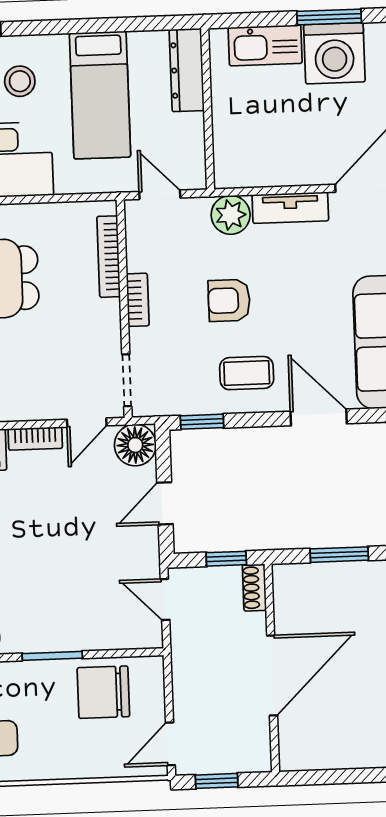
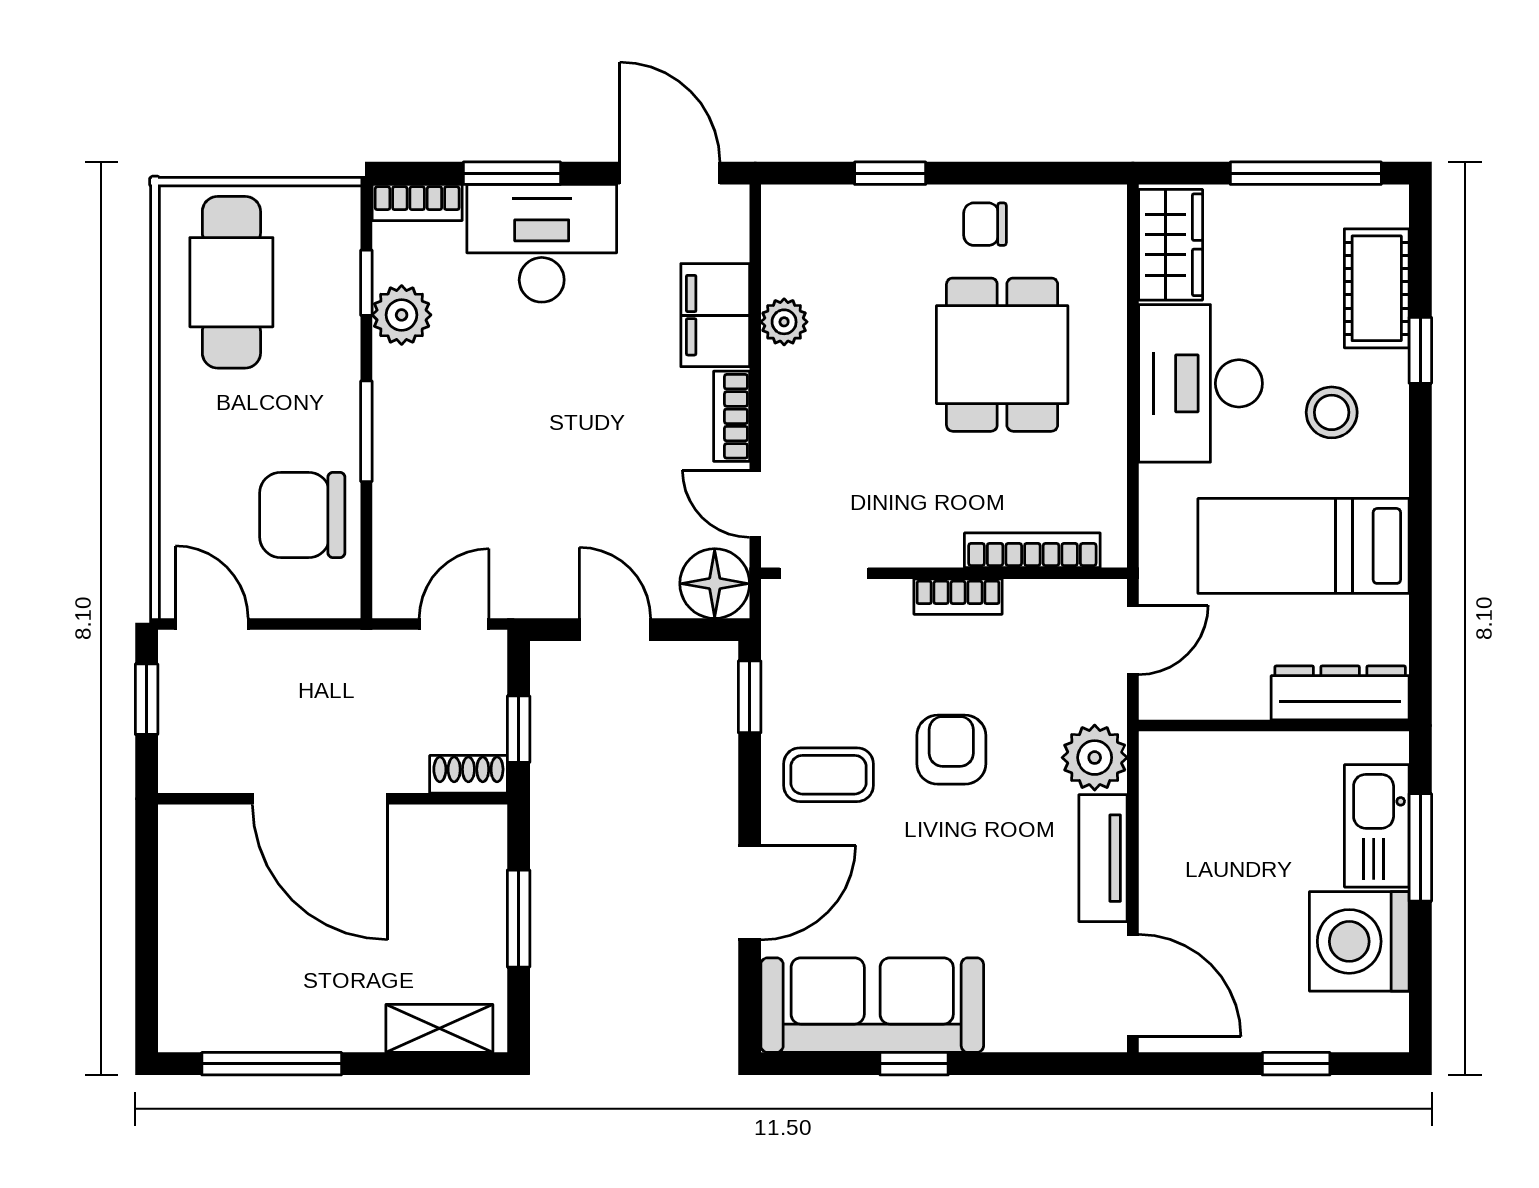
window: (329, 17) -> (1420, 847), moved
coffee table: (247, 373) -> (828, 775), turned 90
chair: (103, 692) -> (302, 515), turned -90

